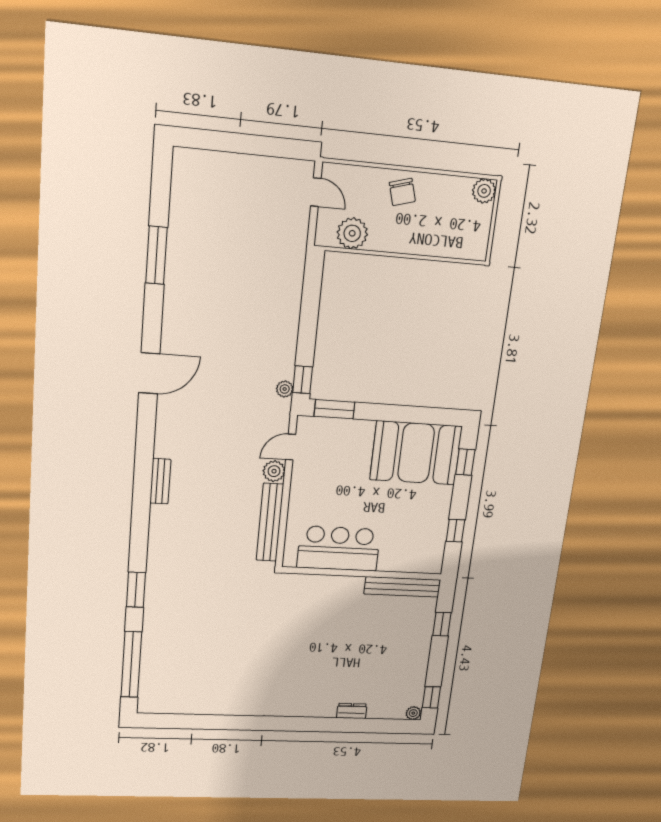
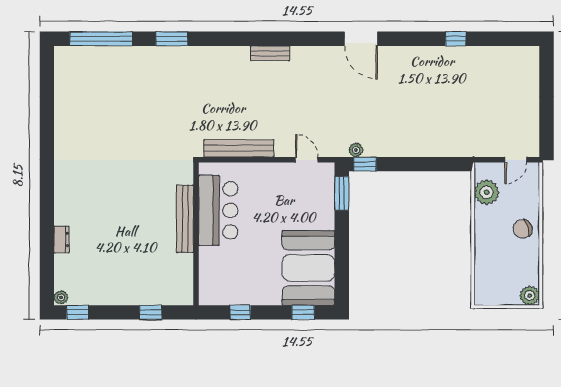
window: (156, 255) -> (456, 39), width x0.46
plant: (274, 471) -> (285, 148), removed
bench: (402, 587) -> (185, 219), moved

